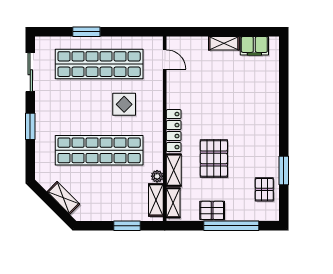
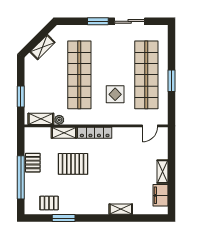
window: (86, 32) -> (171, 81), moved
sliding door: (30, 72) -> (130, 21), moved
shelving: (173, 203) -> (121, 209), moved

